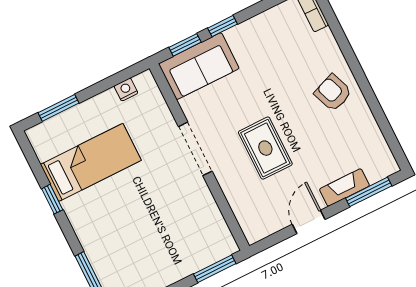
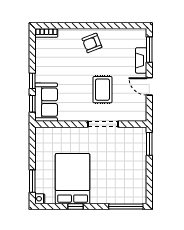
nightstand: (126, 90) -> (40, 199), moved
rug: (265, 148) -> (102, 90), turned 90
doorway: (195, 149) -> (103, 124), moved
bed: (91, 162) -> (73, 179), width x1.50

